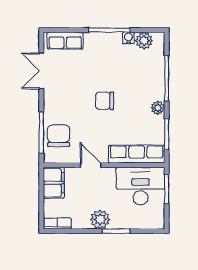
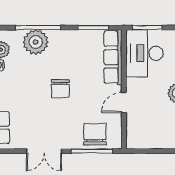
double door: (41, 71) -> (44, 151), moved
plant: (158, 108) -> (36, 42), moved, width x1.88, depth x1.88
chair: (59, 136) -> (95, 134), turned 90
filing cabinet: (54, 183) -> (141, 139), removed

